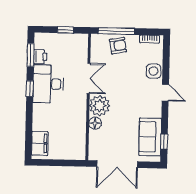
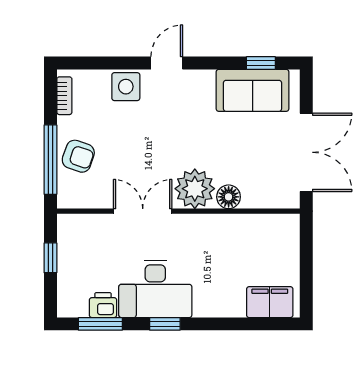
armchair: (118, 46) -> (78, 156), turned 119

